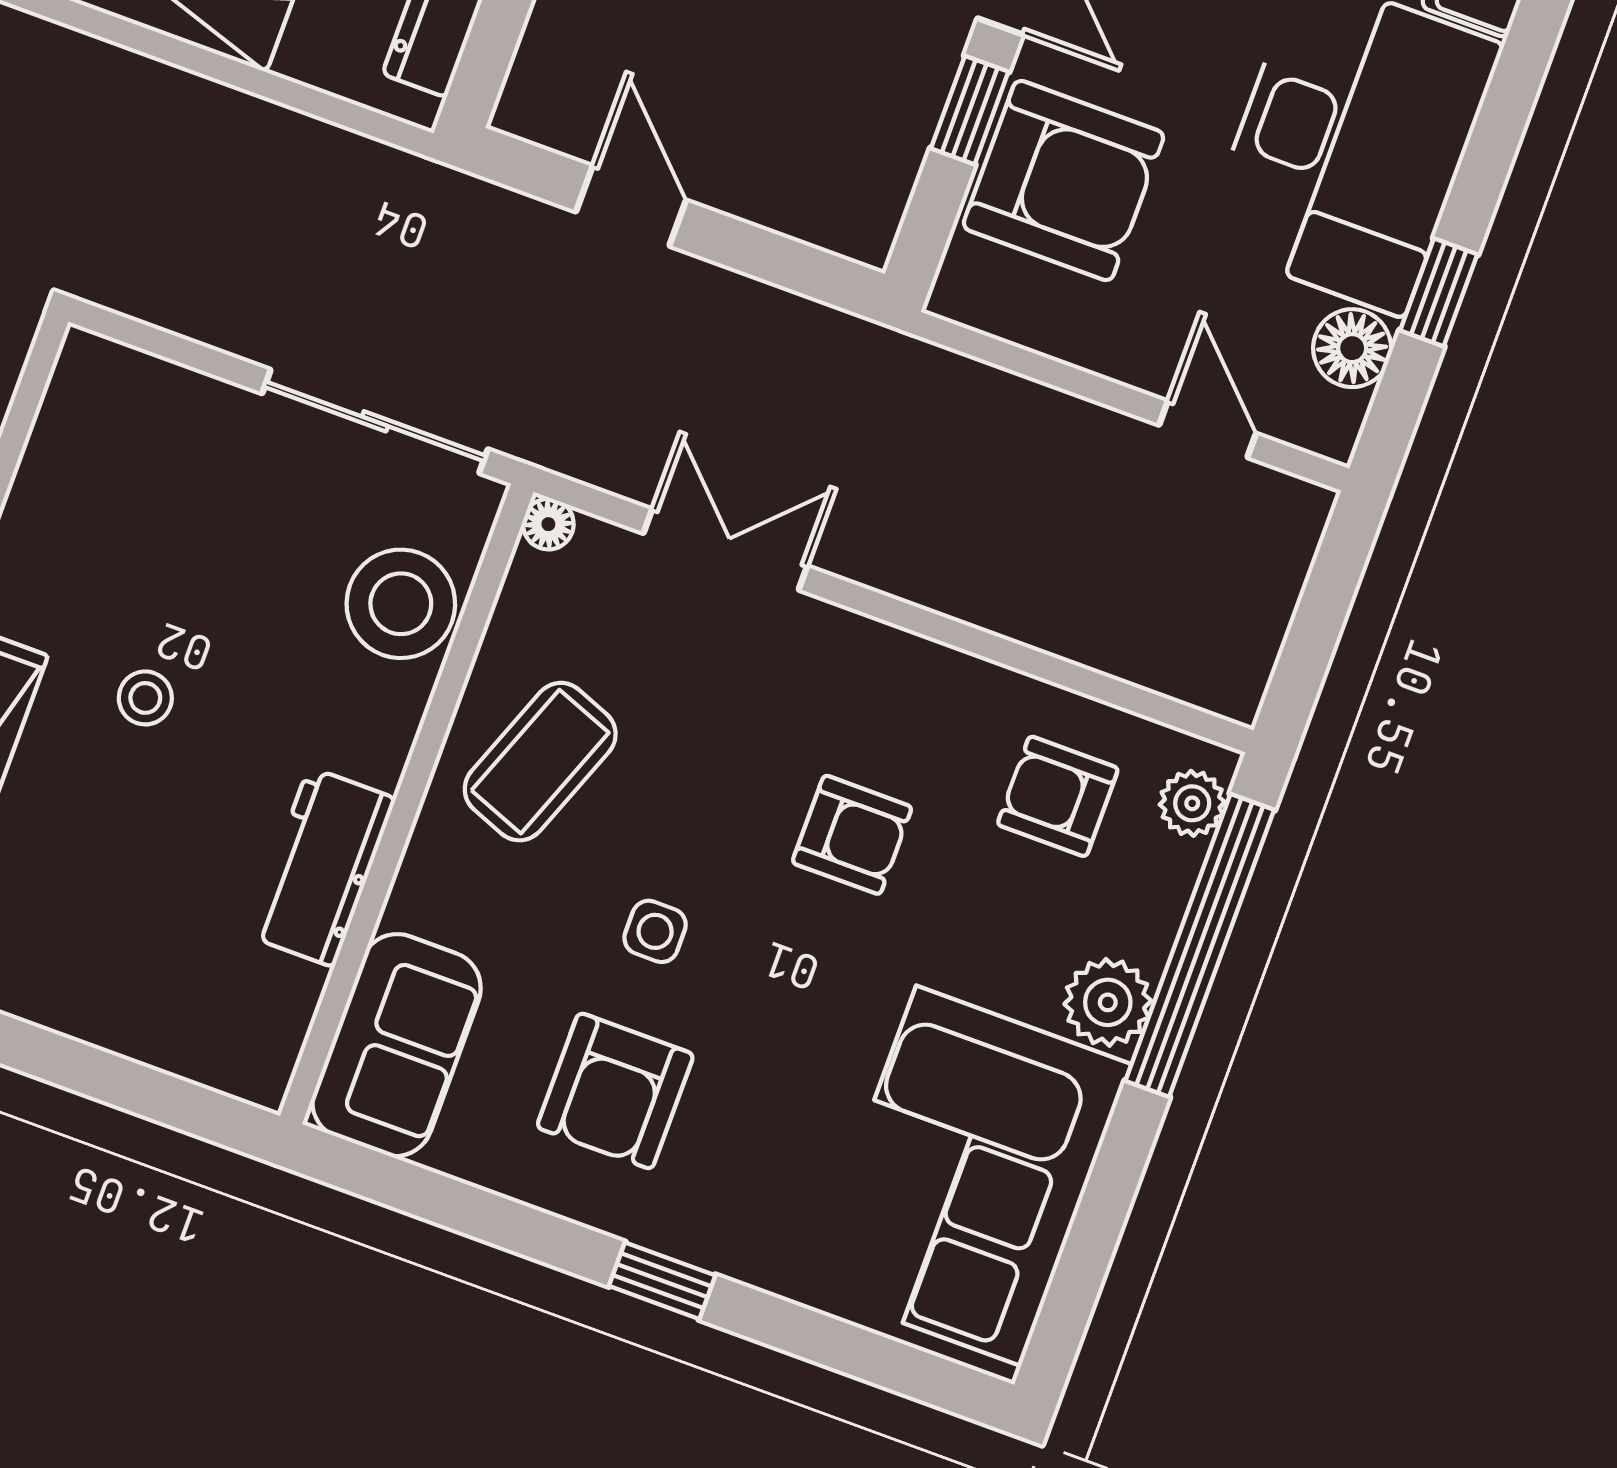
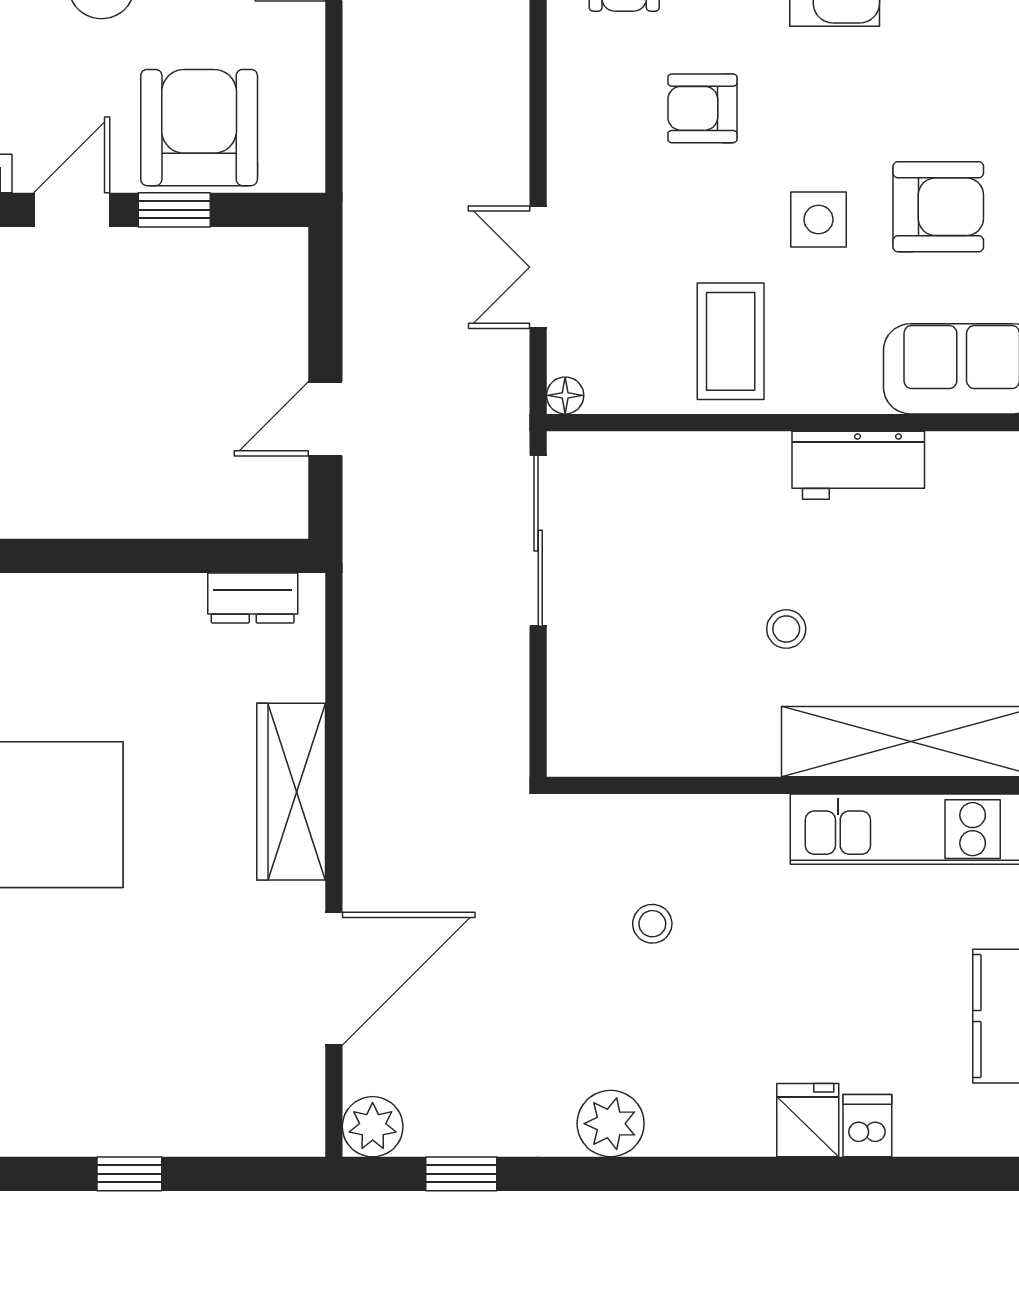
stool: (401, 604) -> (657, 477), removed
coffee table: (540, 762) -> (731, 341), turned 69
armchair: (852, 835) -> (702, 108), turned -90
side table: (655, 931) -> (818, 220), width x1.37, depth x1.37

